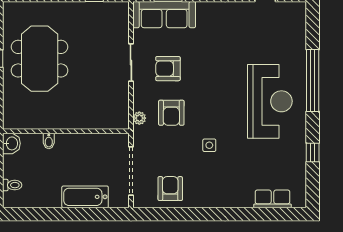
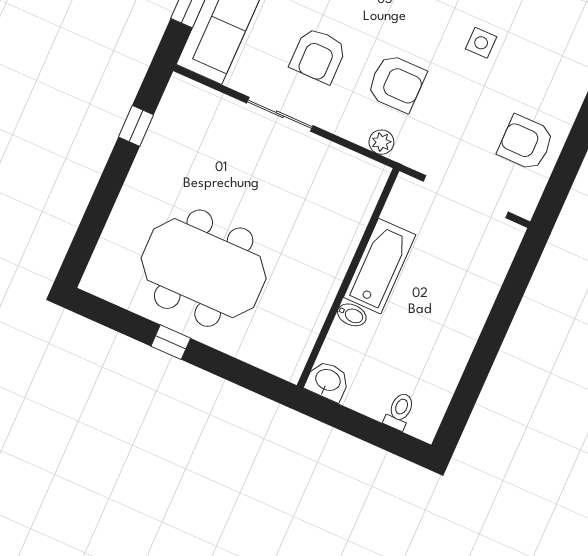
bathtub: (85, 197) -> (380, 266), moved, turned 180

